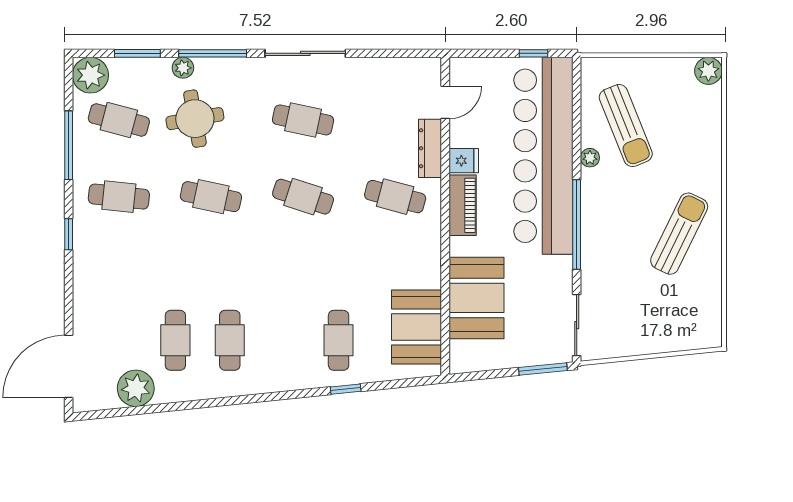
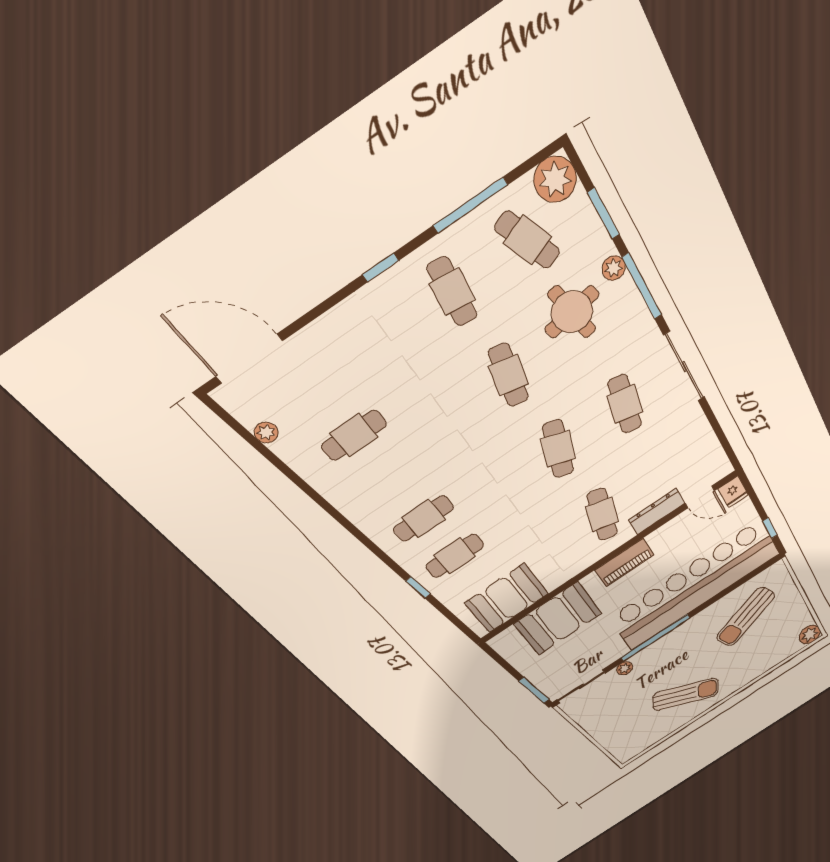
cafe table: (119, 120) -> (527, 240), turned -36
plant: (590, 158) -> (625, 668), moved
fridge: (464, 161) -> (733, 492), moved
cafe table: (230, 340) -> (423, 518), moved
plant: (136, 388) -> (266, 432), width x0.53, depth x0.53

